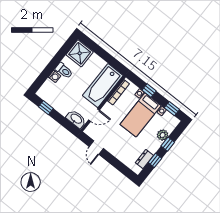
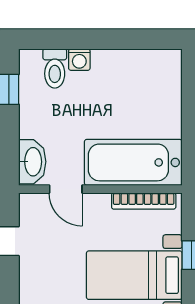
shower: (80, 53) -> (159, 72), removed
toilet: (64, 71) -> (55, 68), moved

